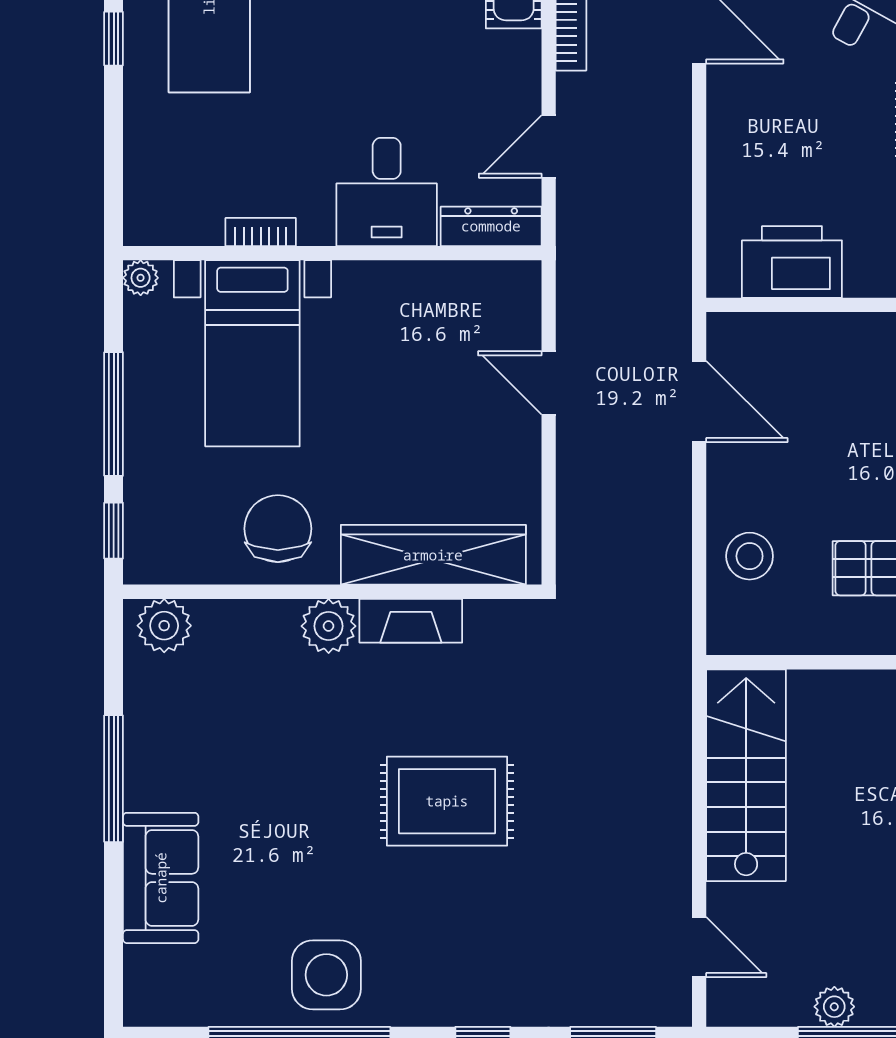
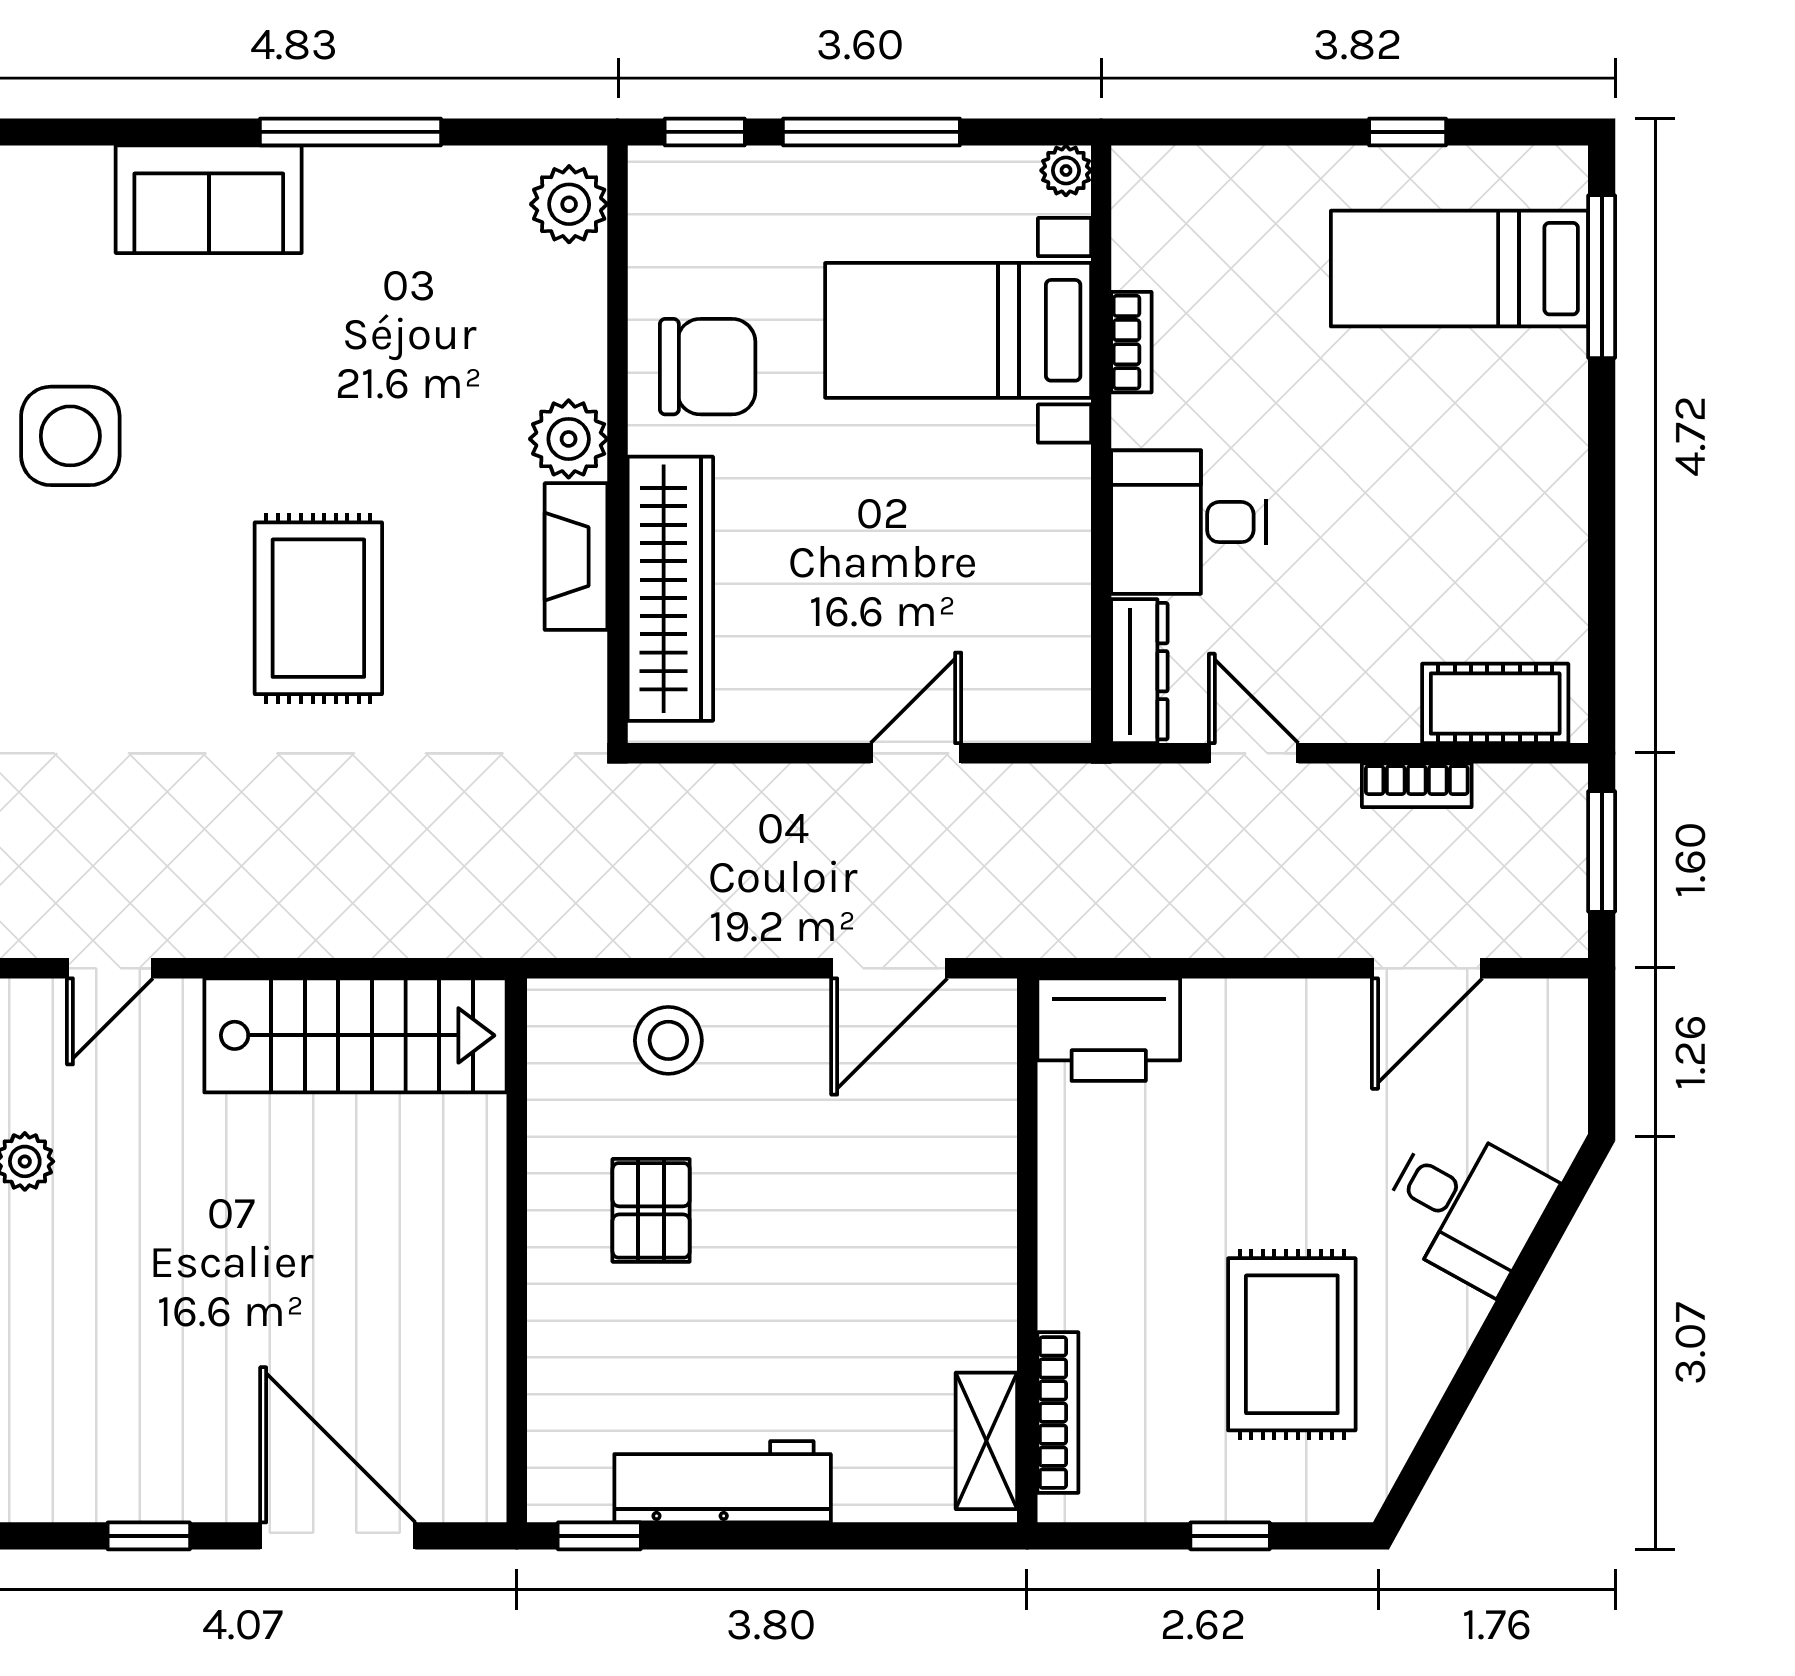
printer: (792, 262) -> (1109, 1030), moved, turned 90

